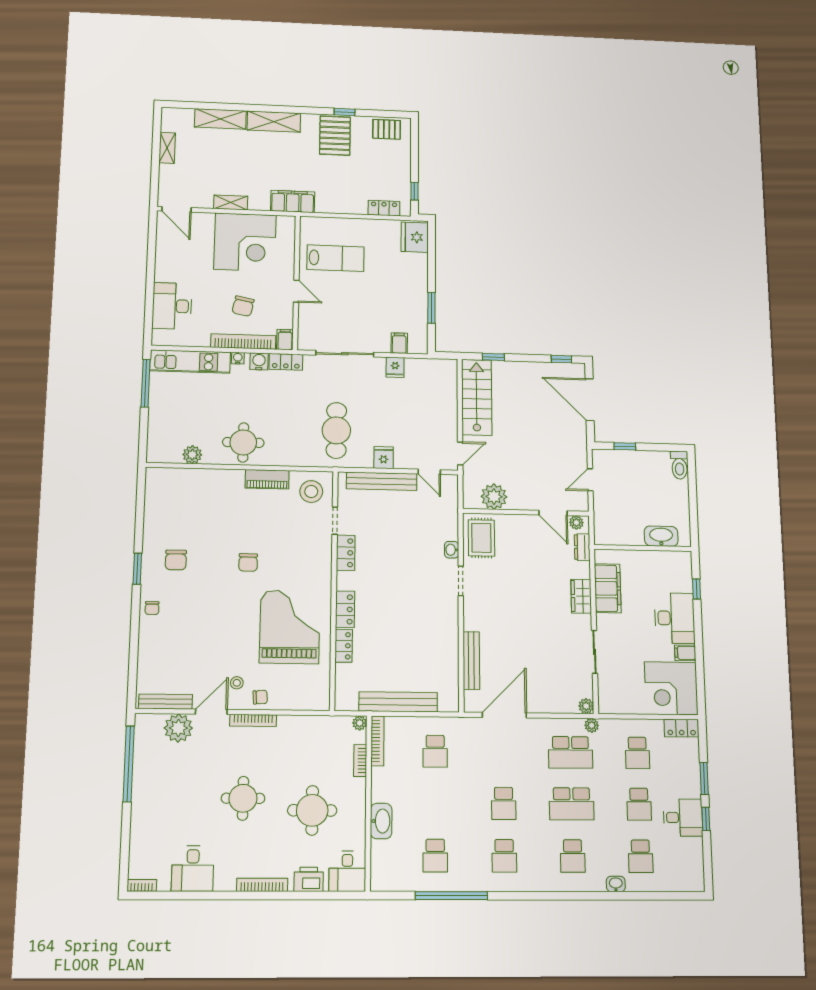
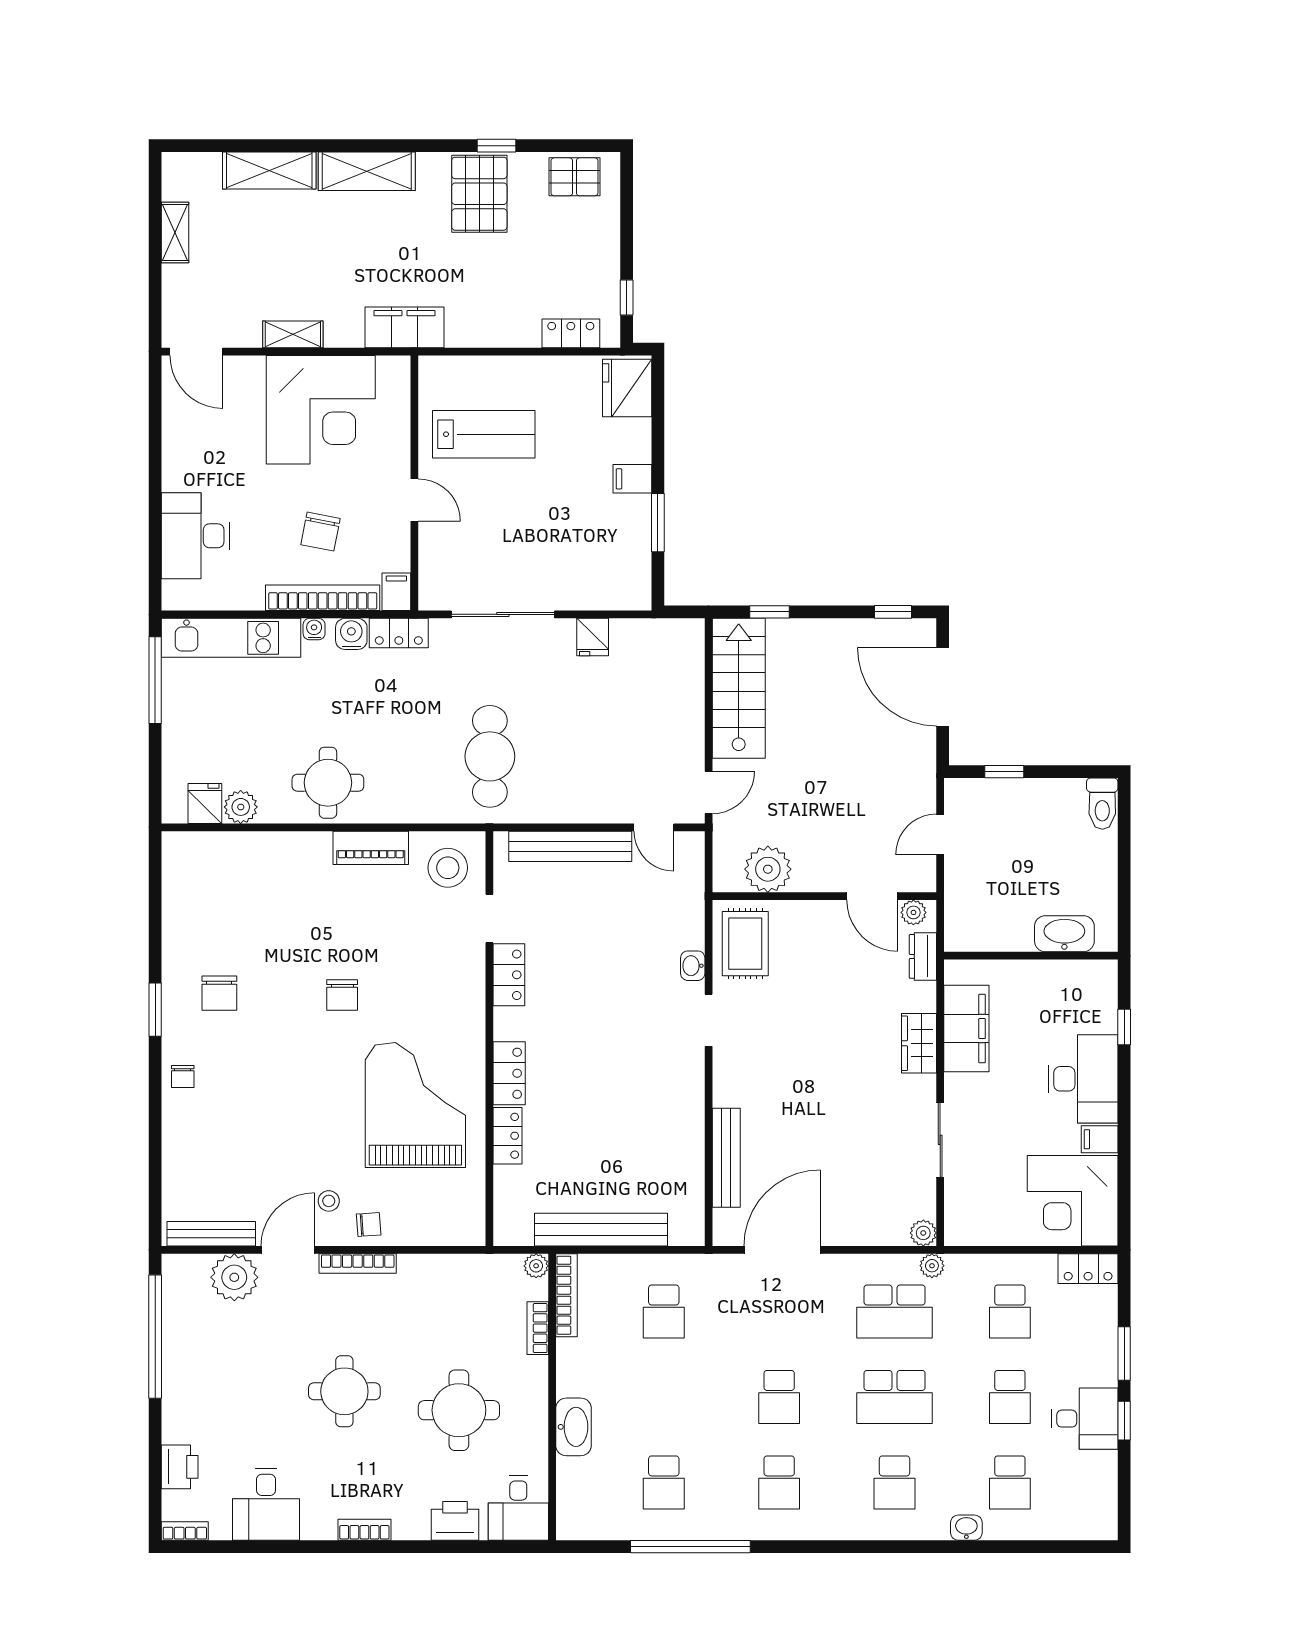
filing cabinet: (399, 343) -> (632, 479), moved, turned -90
fridge: (384, 458) -> (205, 804), moved
printer: (140, 845) -> (180, 1467), added
bookcase: (262, 885) -> (364, 1530), width x0.64

